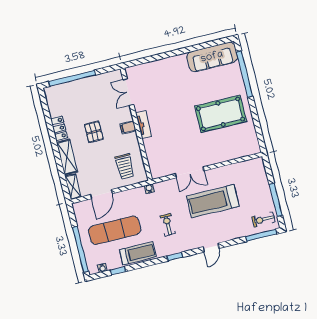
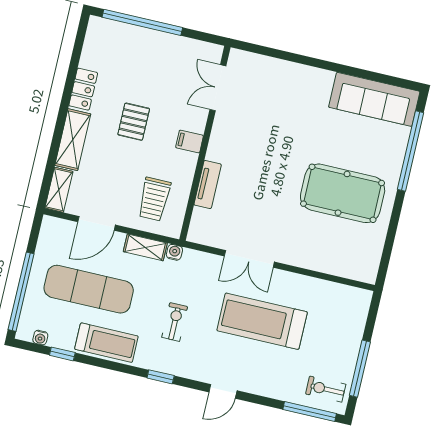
tv unit: (144, 125) -> (208, 185), moved
shelving: (133, 194) -> (145, 247), added

